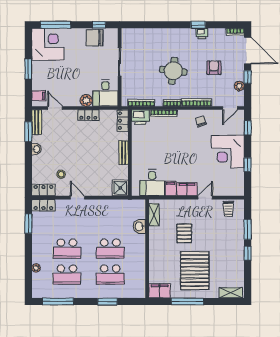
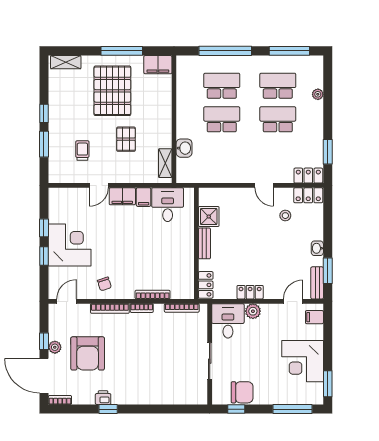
corner desk: (48, 44) -> (303, 361), moved
armchair: (214, 68) -> (88, 353), width x1.88, depth x1.88
window: (28, 69) -> (328, 384), moved
round table: (173, 71) -> (140, 350), removed
plant: (239, 86) -> (55, 347), moved
door: (55, 108) -> (293, 301), swing flipped
printer: (140, 117) -> (183, 290), removed
window: (248, 128) -> (44, 256), moved
shower: (120, 188) -> (209, 217), moved
trolley: (228, 209) -> (82, 150), moved
window: (108, 301) -> (225, 51), width x2.11

